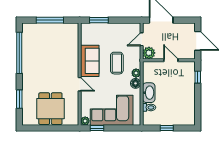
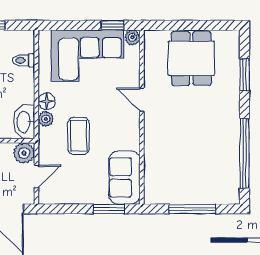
sofa: (90, 61) -> (124, 177), moved
washbasin: (149, 93) -> (24, 122), moved

